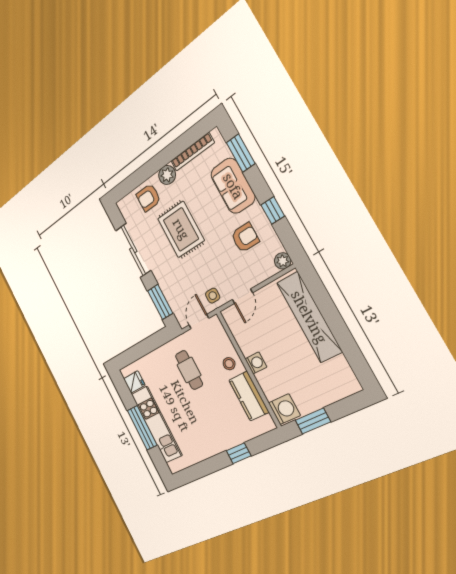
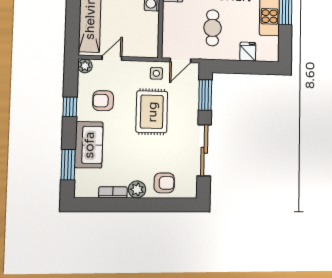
bookcase: (192, 152) -> (113, 192), width x0.64
rug: (181, 229) -> (152, 112), moved
door: (242, 296) -> (112, 58), moved
stool: (229, 364) -> (175, 15), removed
fridge: (134, 382) -> (248, 52), moved, turned 90

